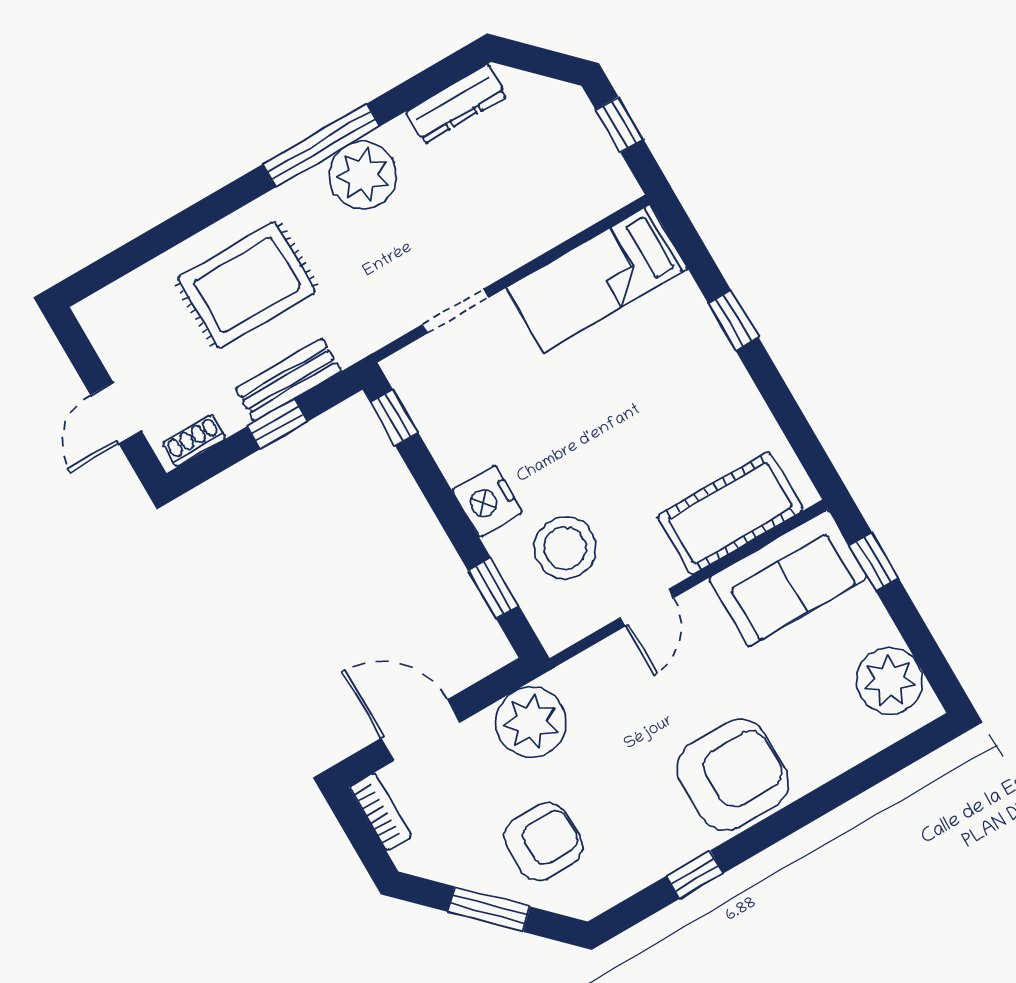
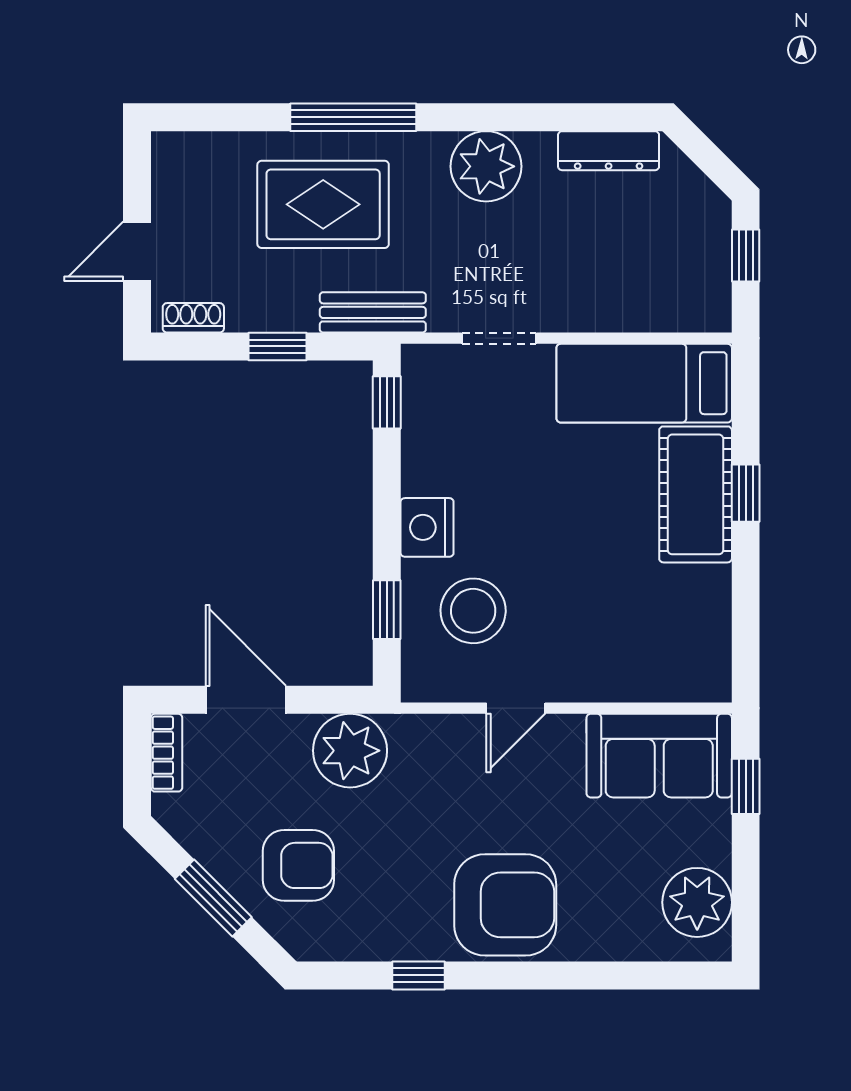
window: (321, 145) -> (353, 117), moved
bench: (288, 380) -> (373, 312), moved
cot: (730, 513) -> (696, 494), moved, turned 90

